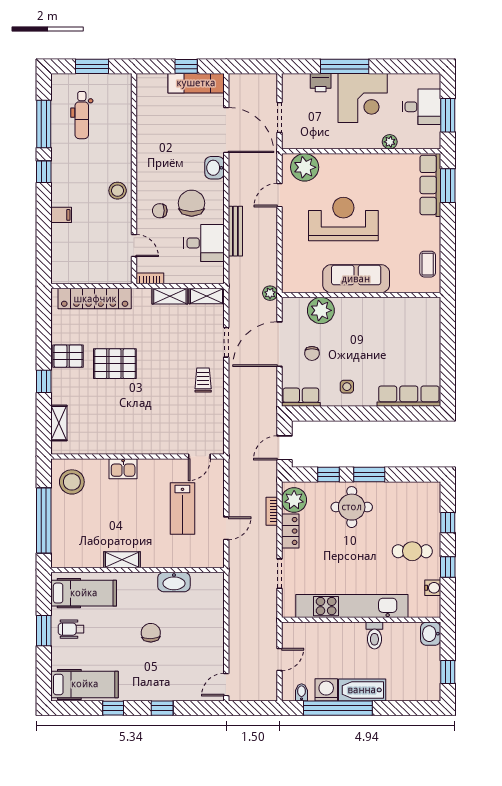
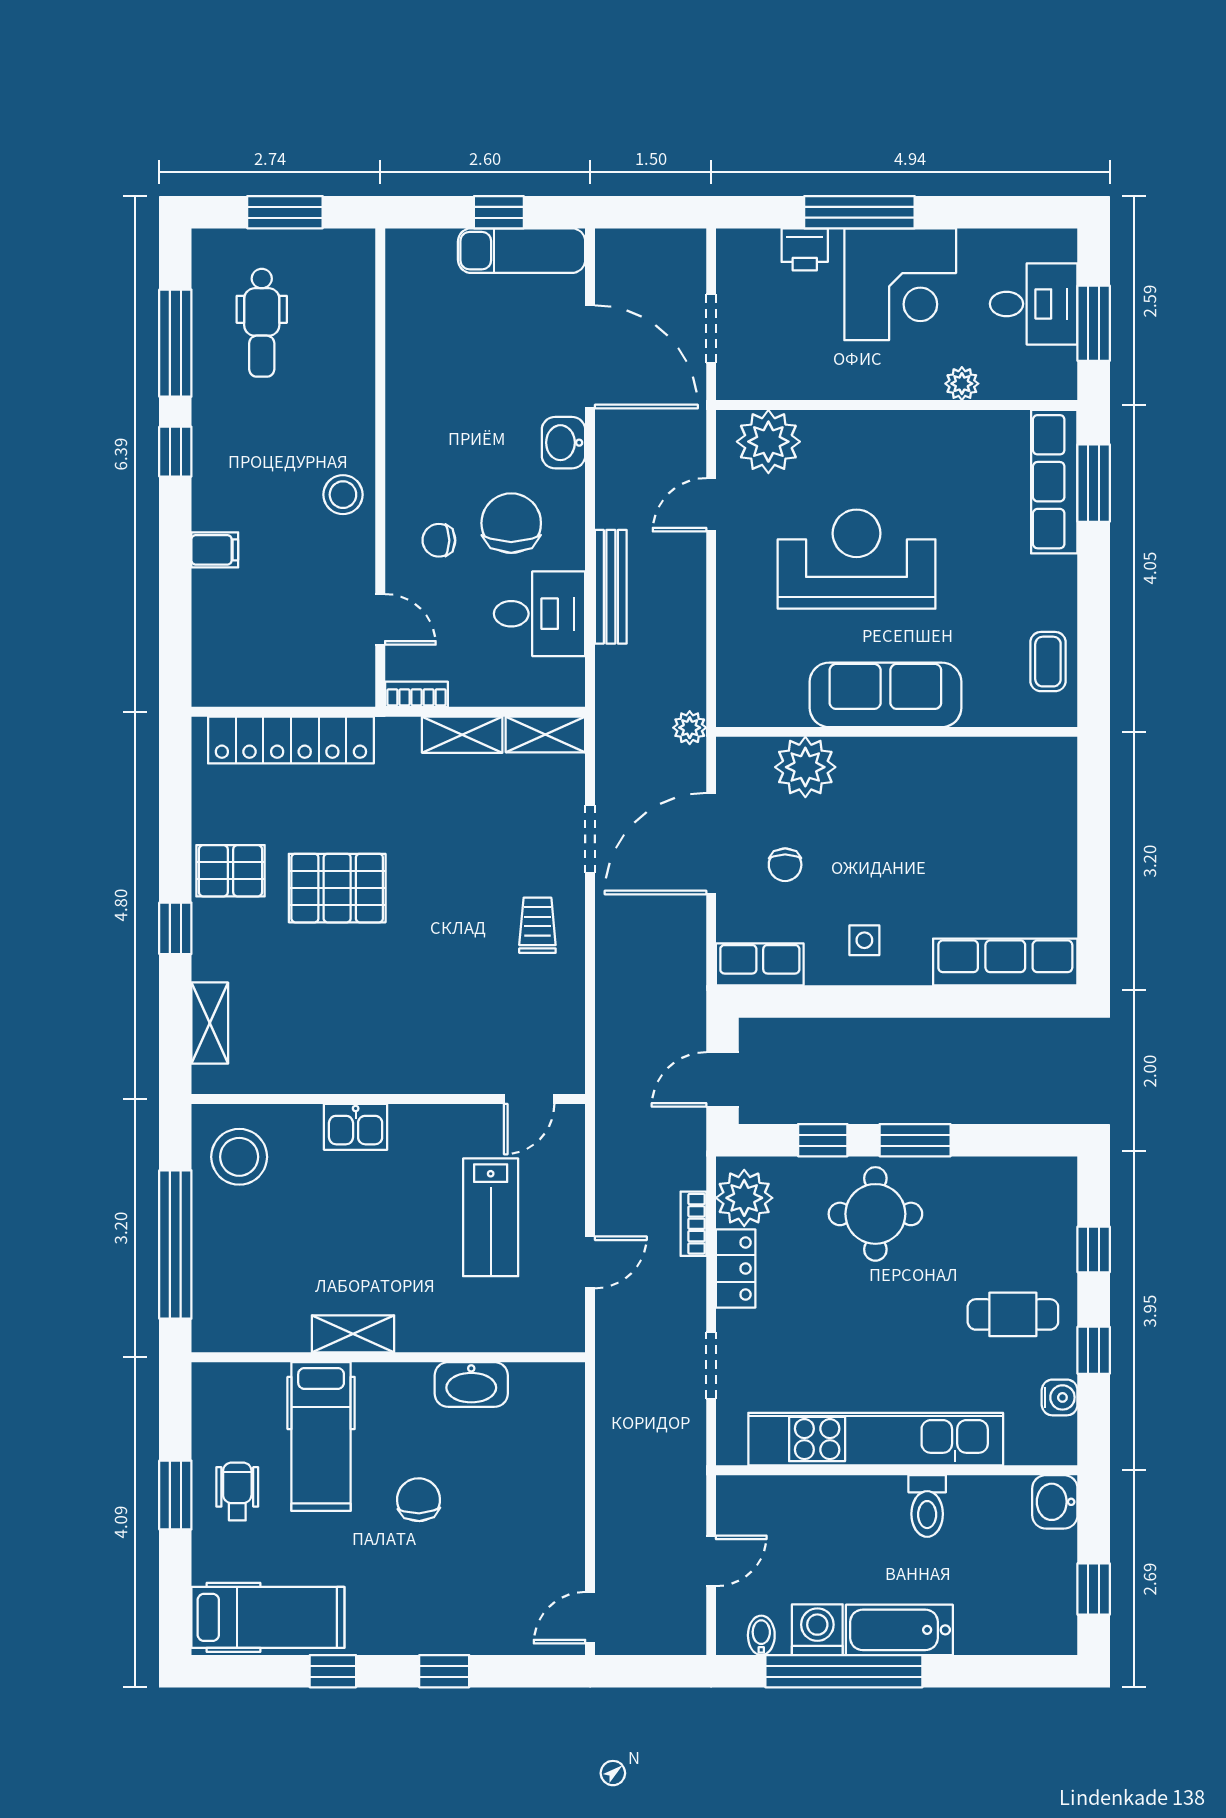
hospital bed: (84, 593) -> (321, 1437), moved, turned 90
wheelchair: (71, 629) -> (237, 1492), turned 90

